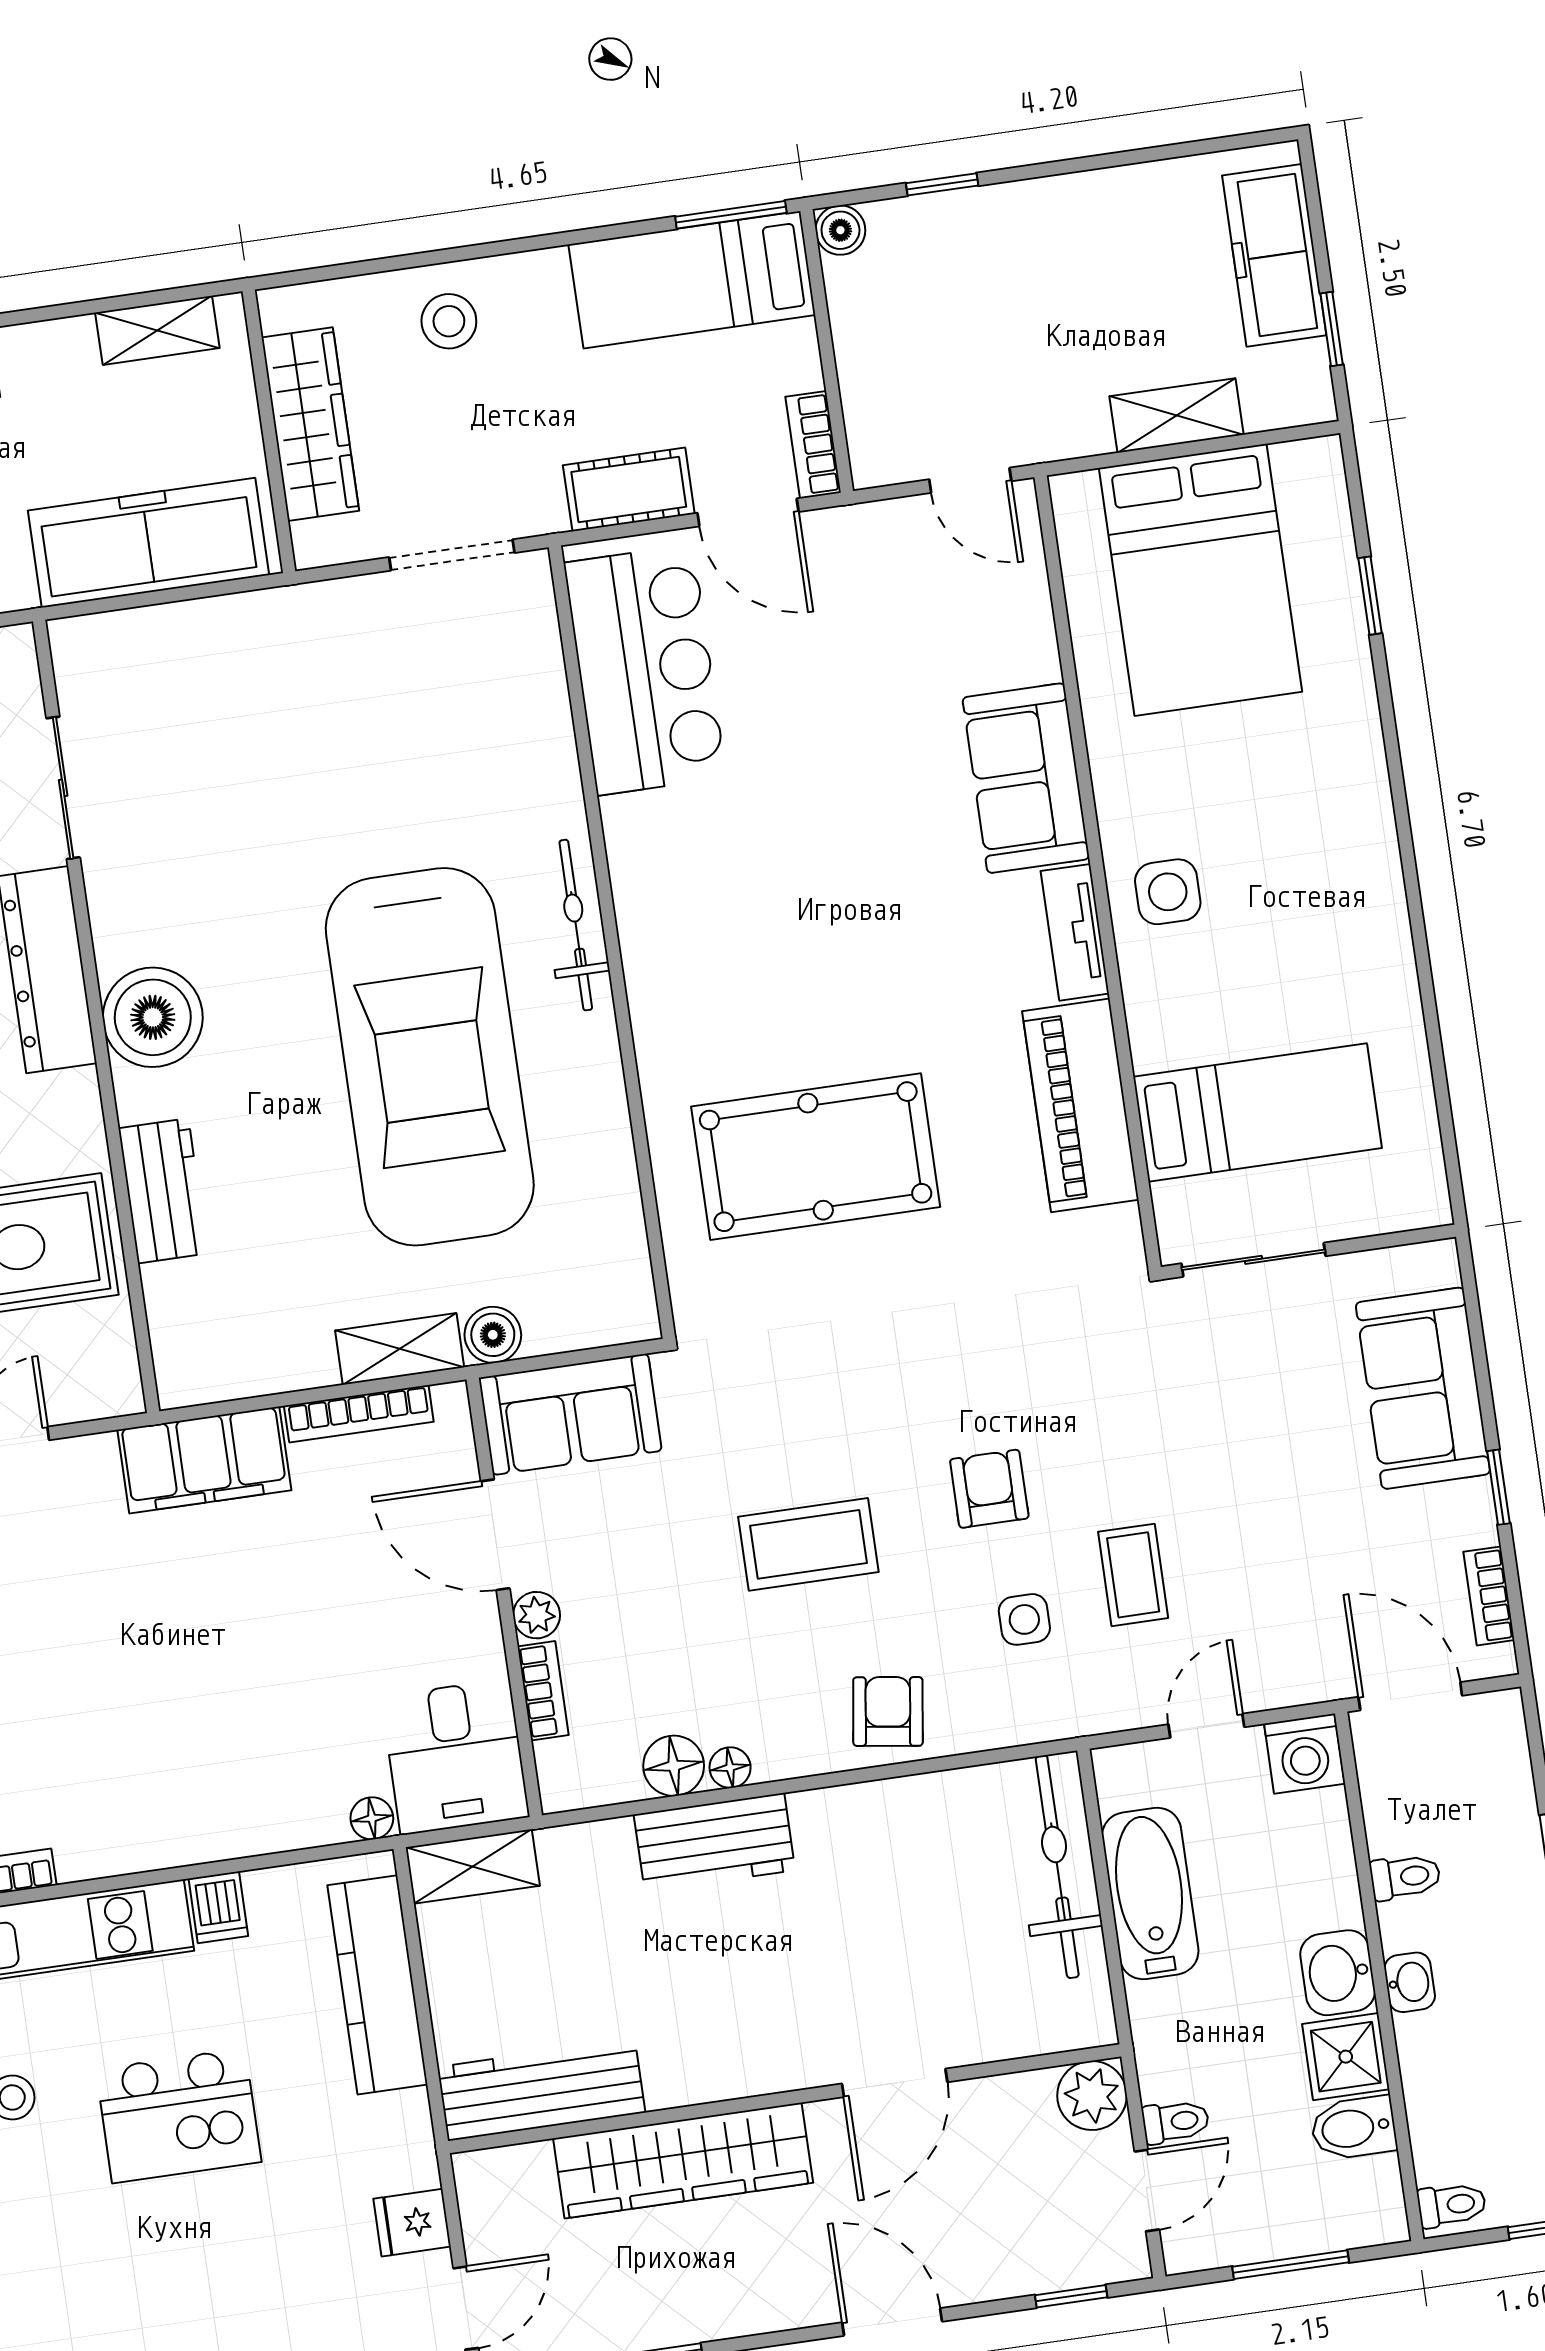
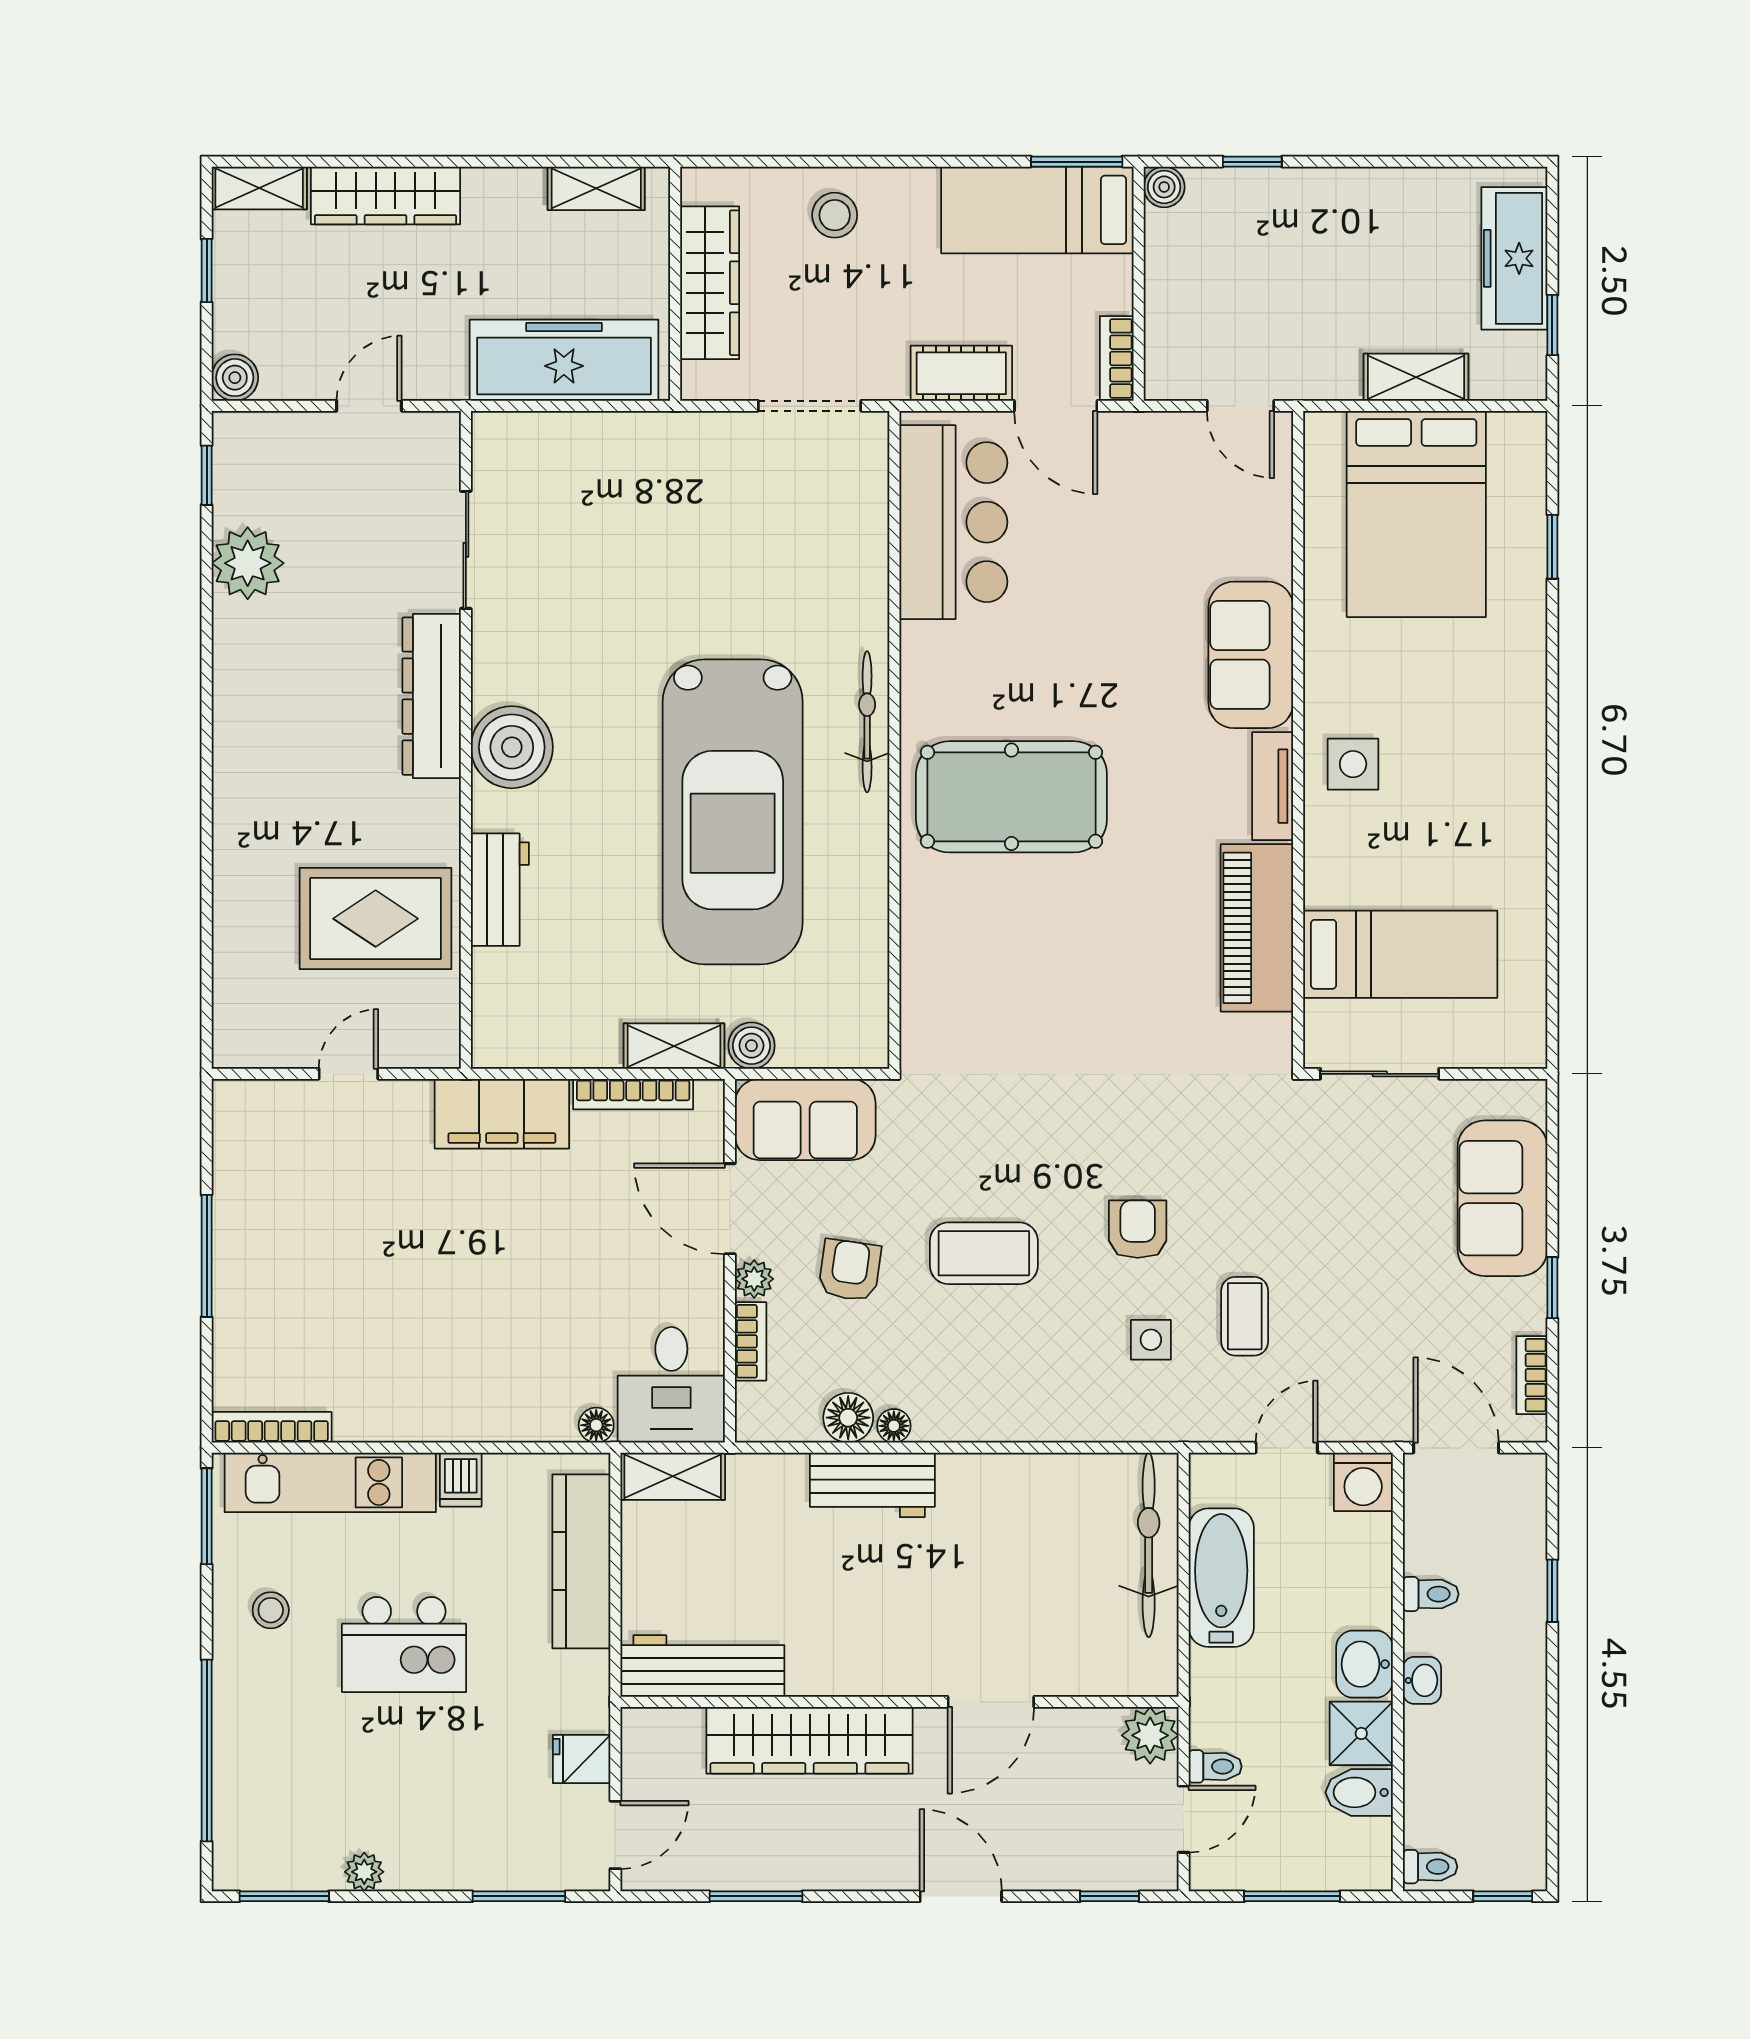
pool table: (816, 1157) -> (1011, 797), moved
armchair: (888, 1712) -> (850, 1270), moved

